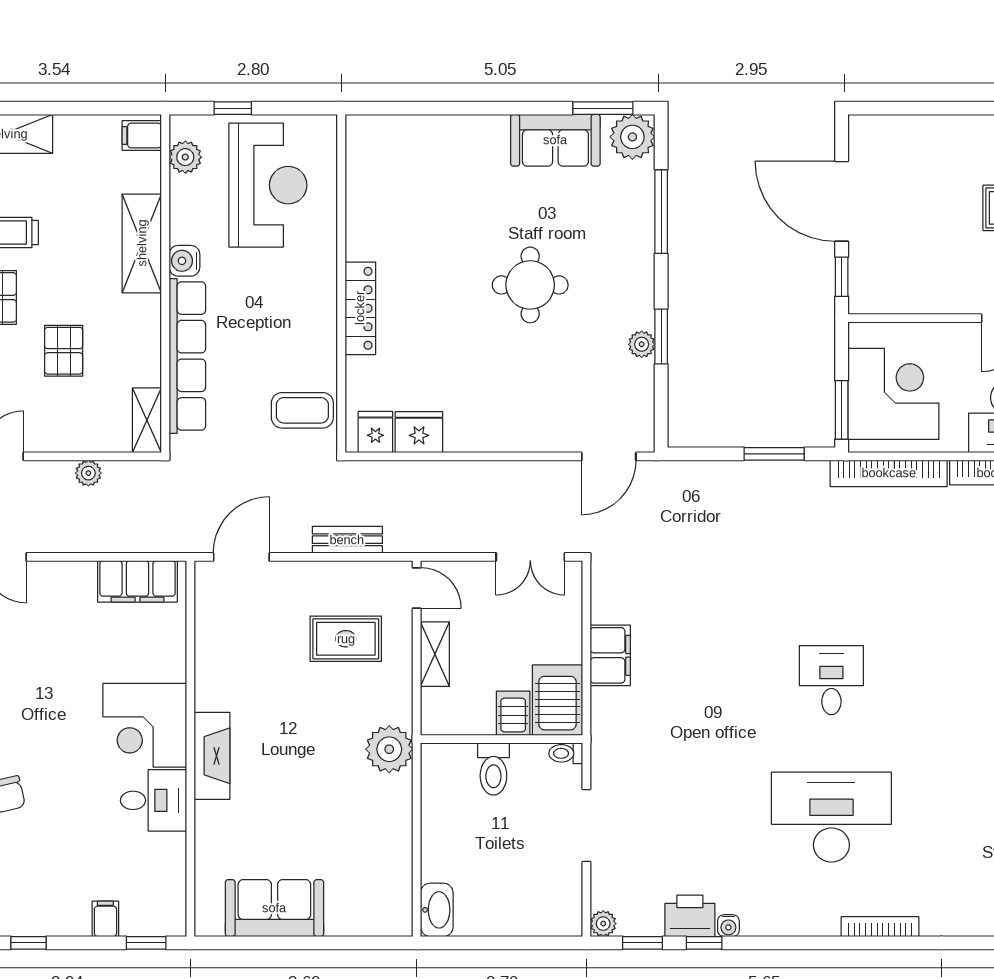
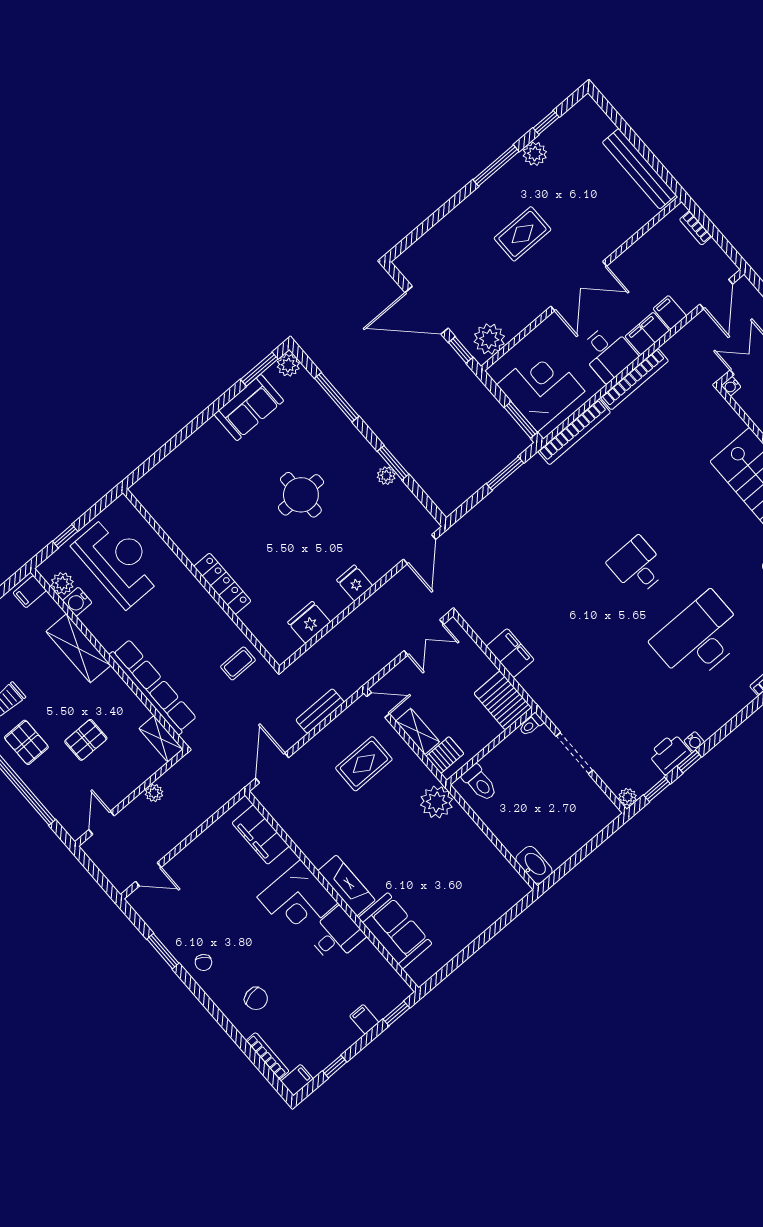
plant: (632, 137) -> (288, 365), width x0.73, depth x0.73
water cooler: (184, 261) -> (77, 602), moved
plant: (883, 292) -> (489, 339), added
pallet: (64, 351) -> (86, 740), turned 90
coffee table: (302, 410) -> (238, 663), width x0.73, depth x0.77
fridge: (375, 432) -> (355, 583), moved
filing cabinet: (138, 581) -> (261, 834), moved, turned 90
server rack: (513, 713) -> (445, 755), moved, turned 90
toilet: (493, 769) -> (480, 783), moved
sofa: (274, 908) -> (395, 931), moved, turned 90

